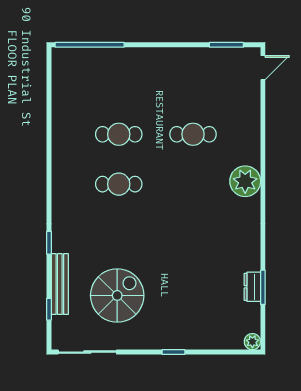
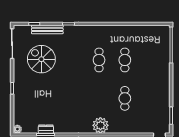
spiral stairs: (117, 295) -> (41, 59), turned 180

